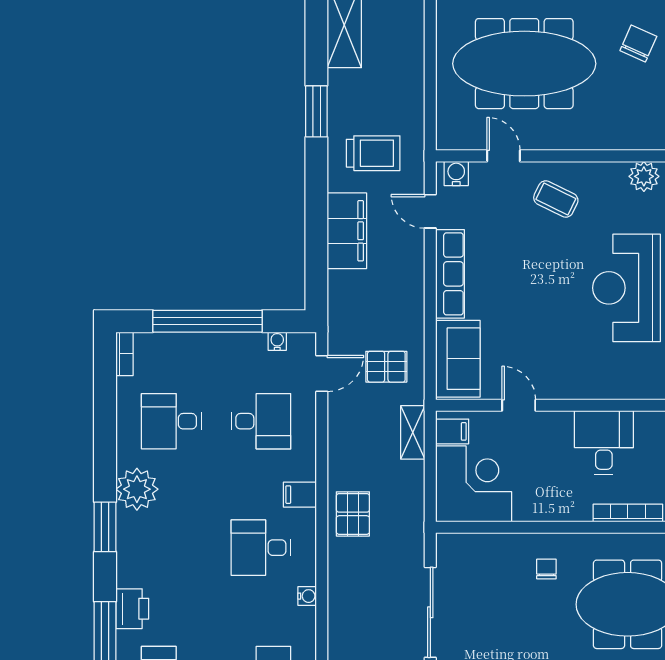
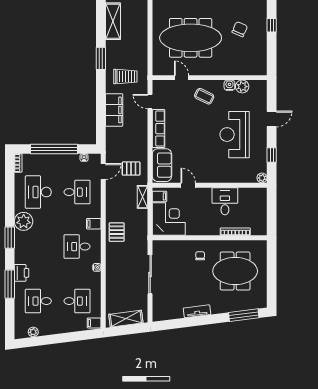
water cooler: (456, 173) -> (229, 85), moved
desk: (171, 421) -> (38, 192), width x1.37

